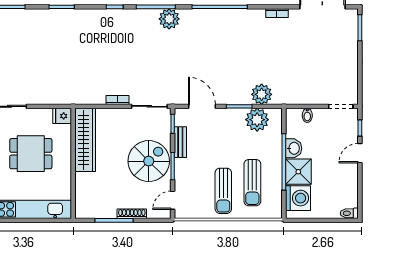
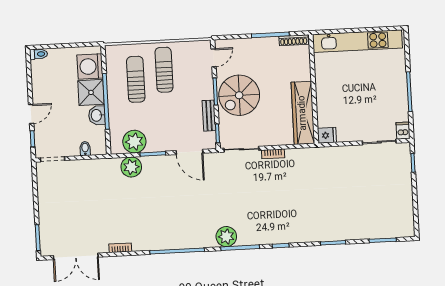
dining table: (31, 154) -> (356, 96), removed
shoe rack: (132, 214) -> (294, 40), moved

